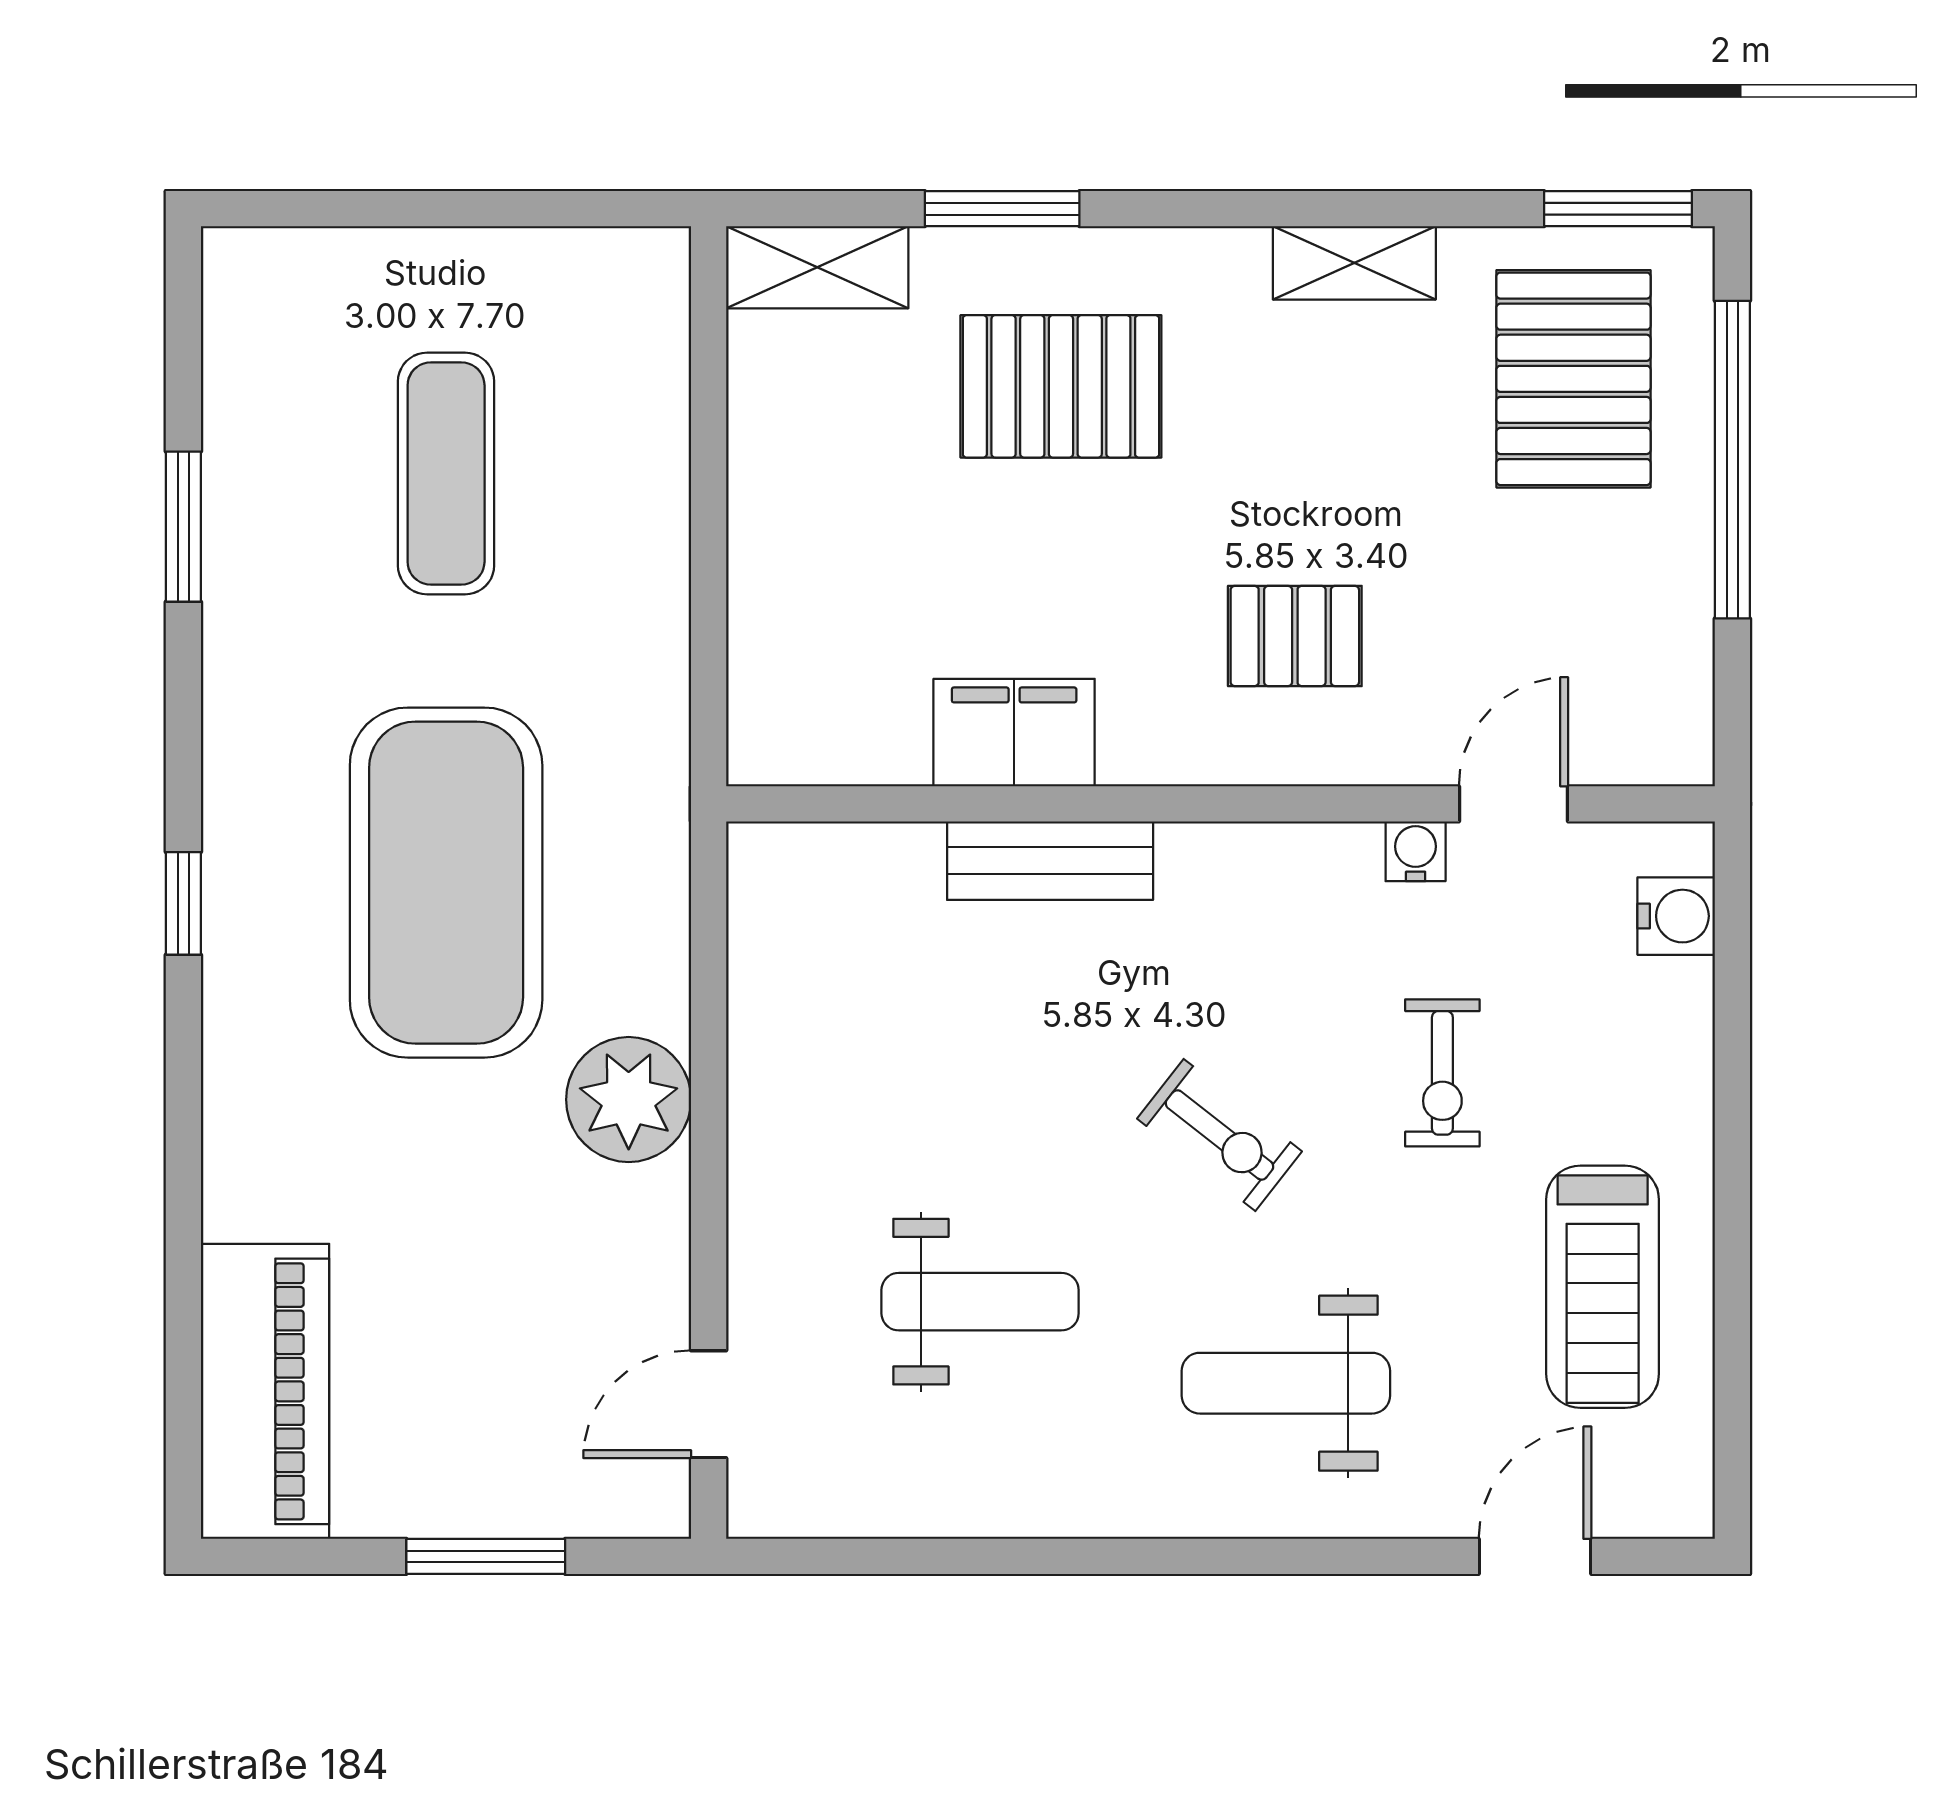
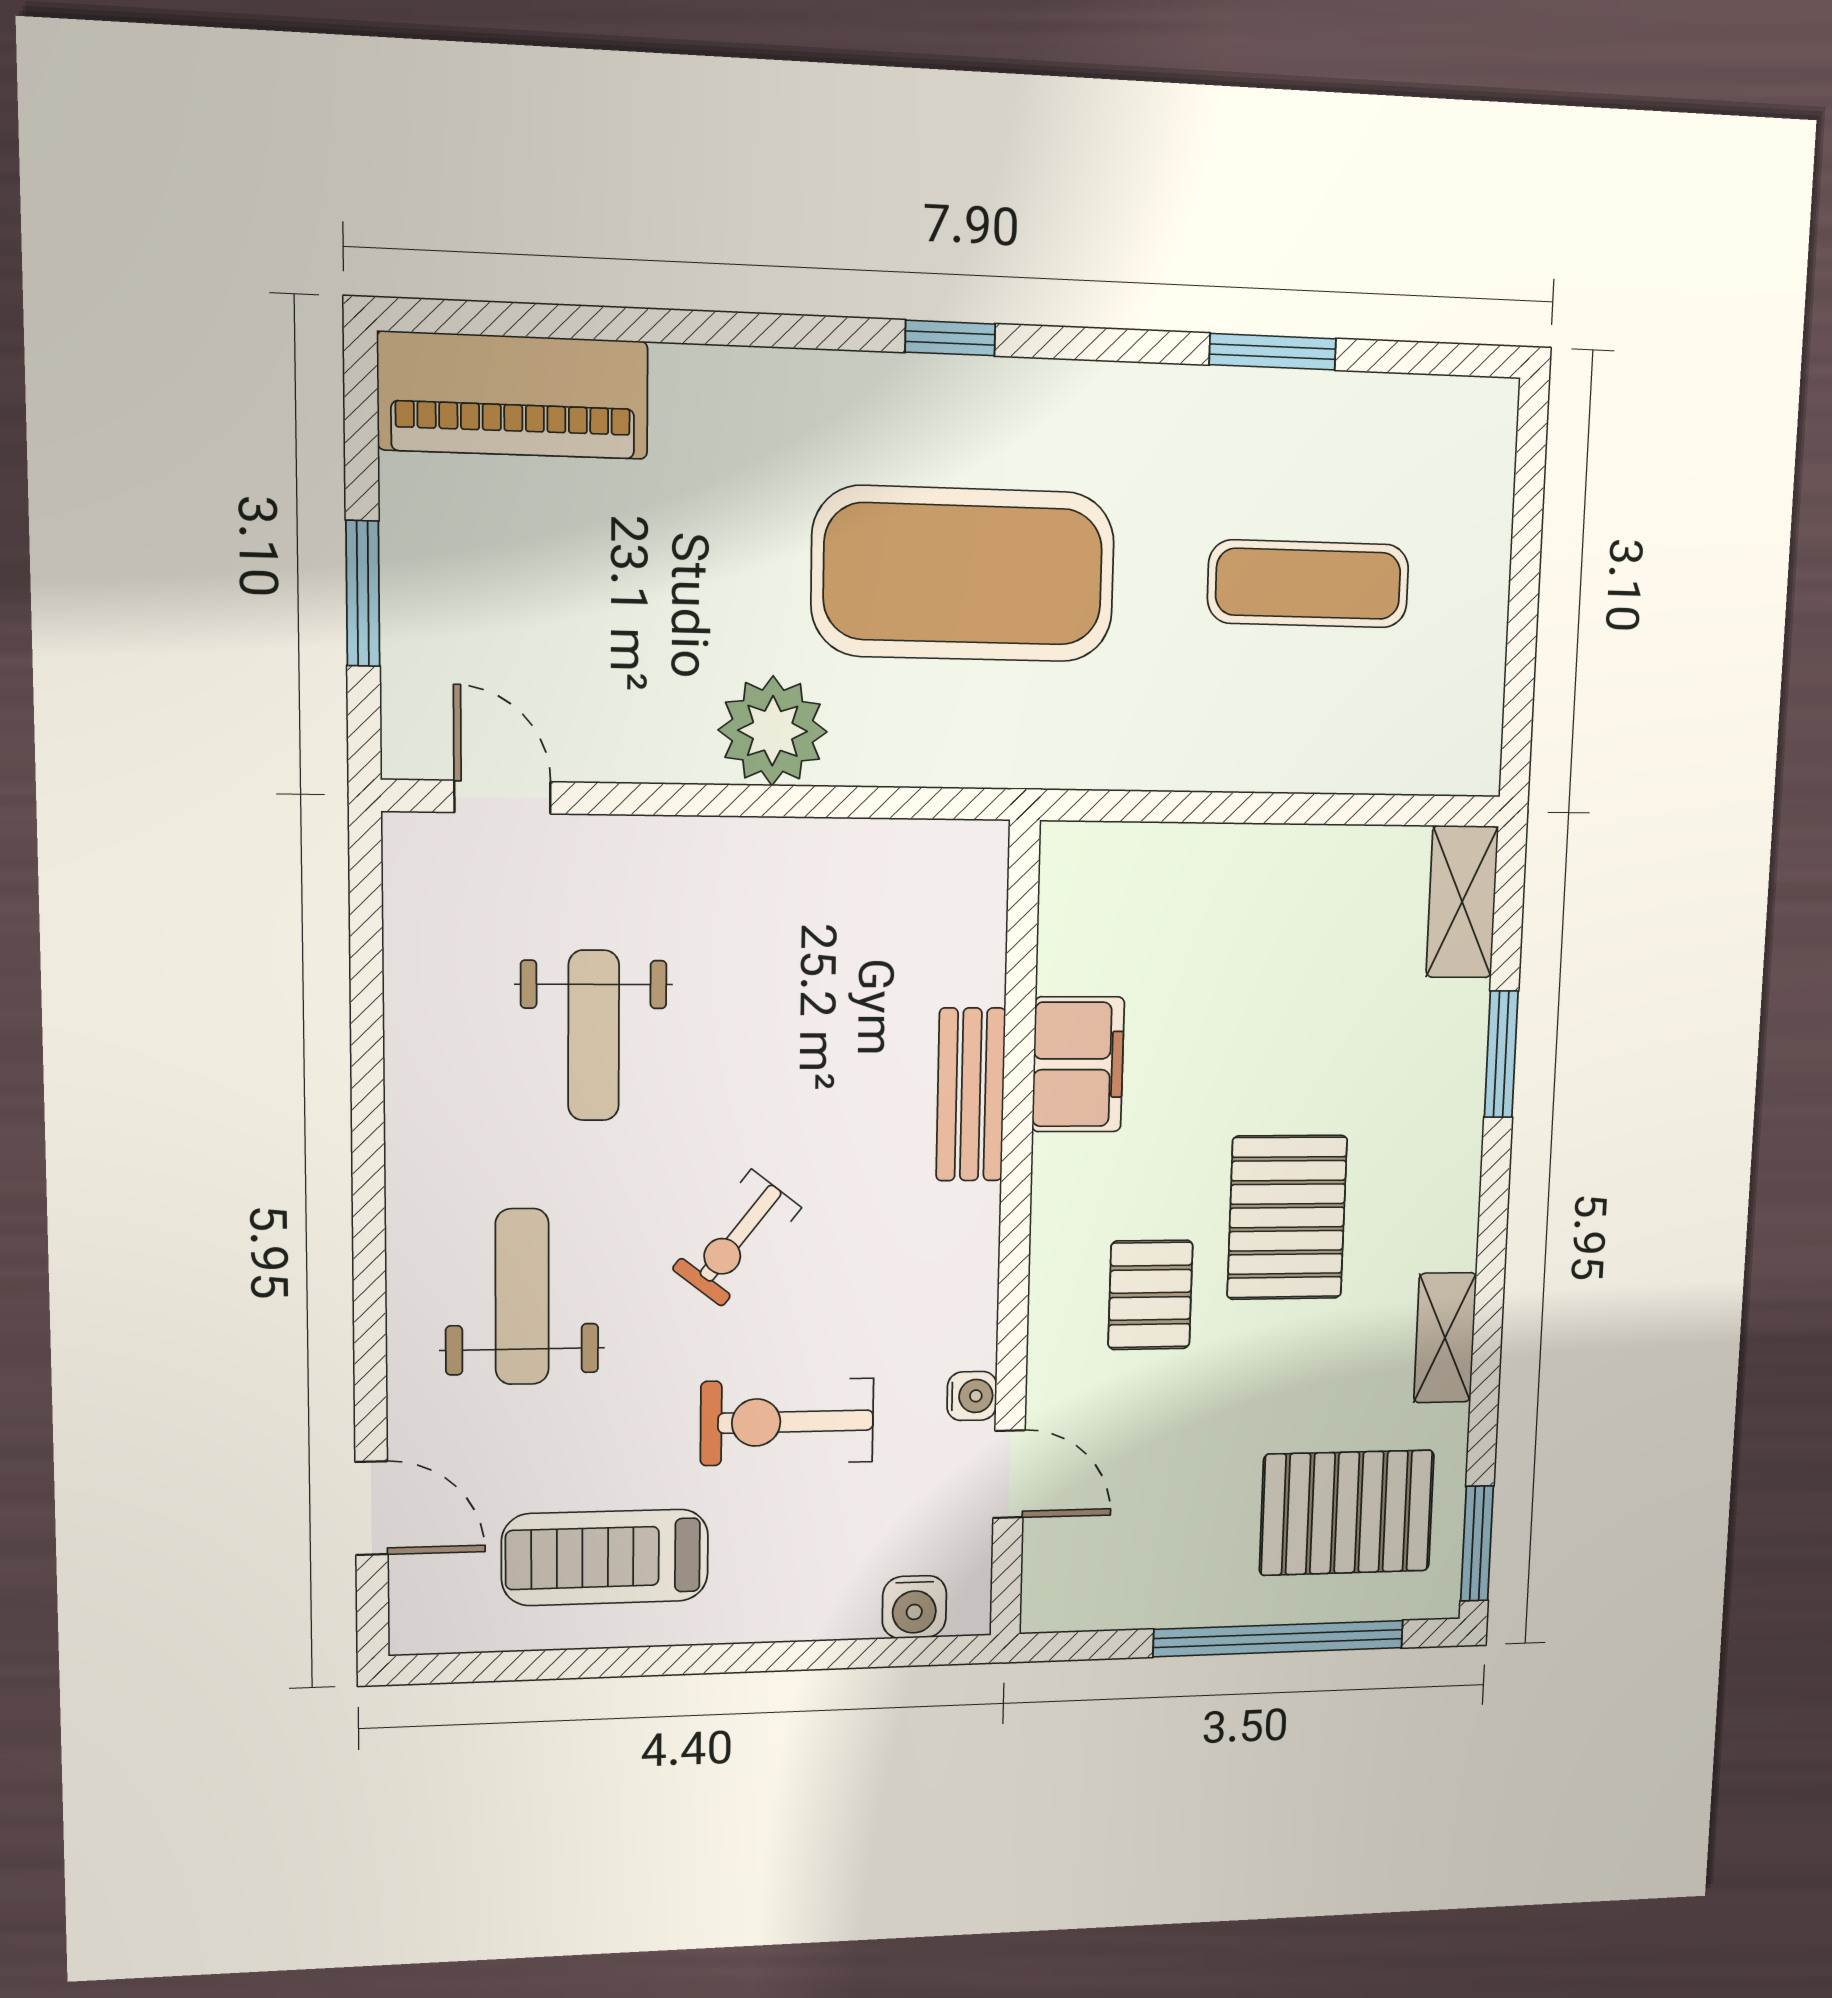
pallet: (1061, 386) -> (1287, 1217), moved
exercise bike: (1442, 1073) -> (787, 1422), width x1.38, depth x1.39

